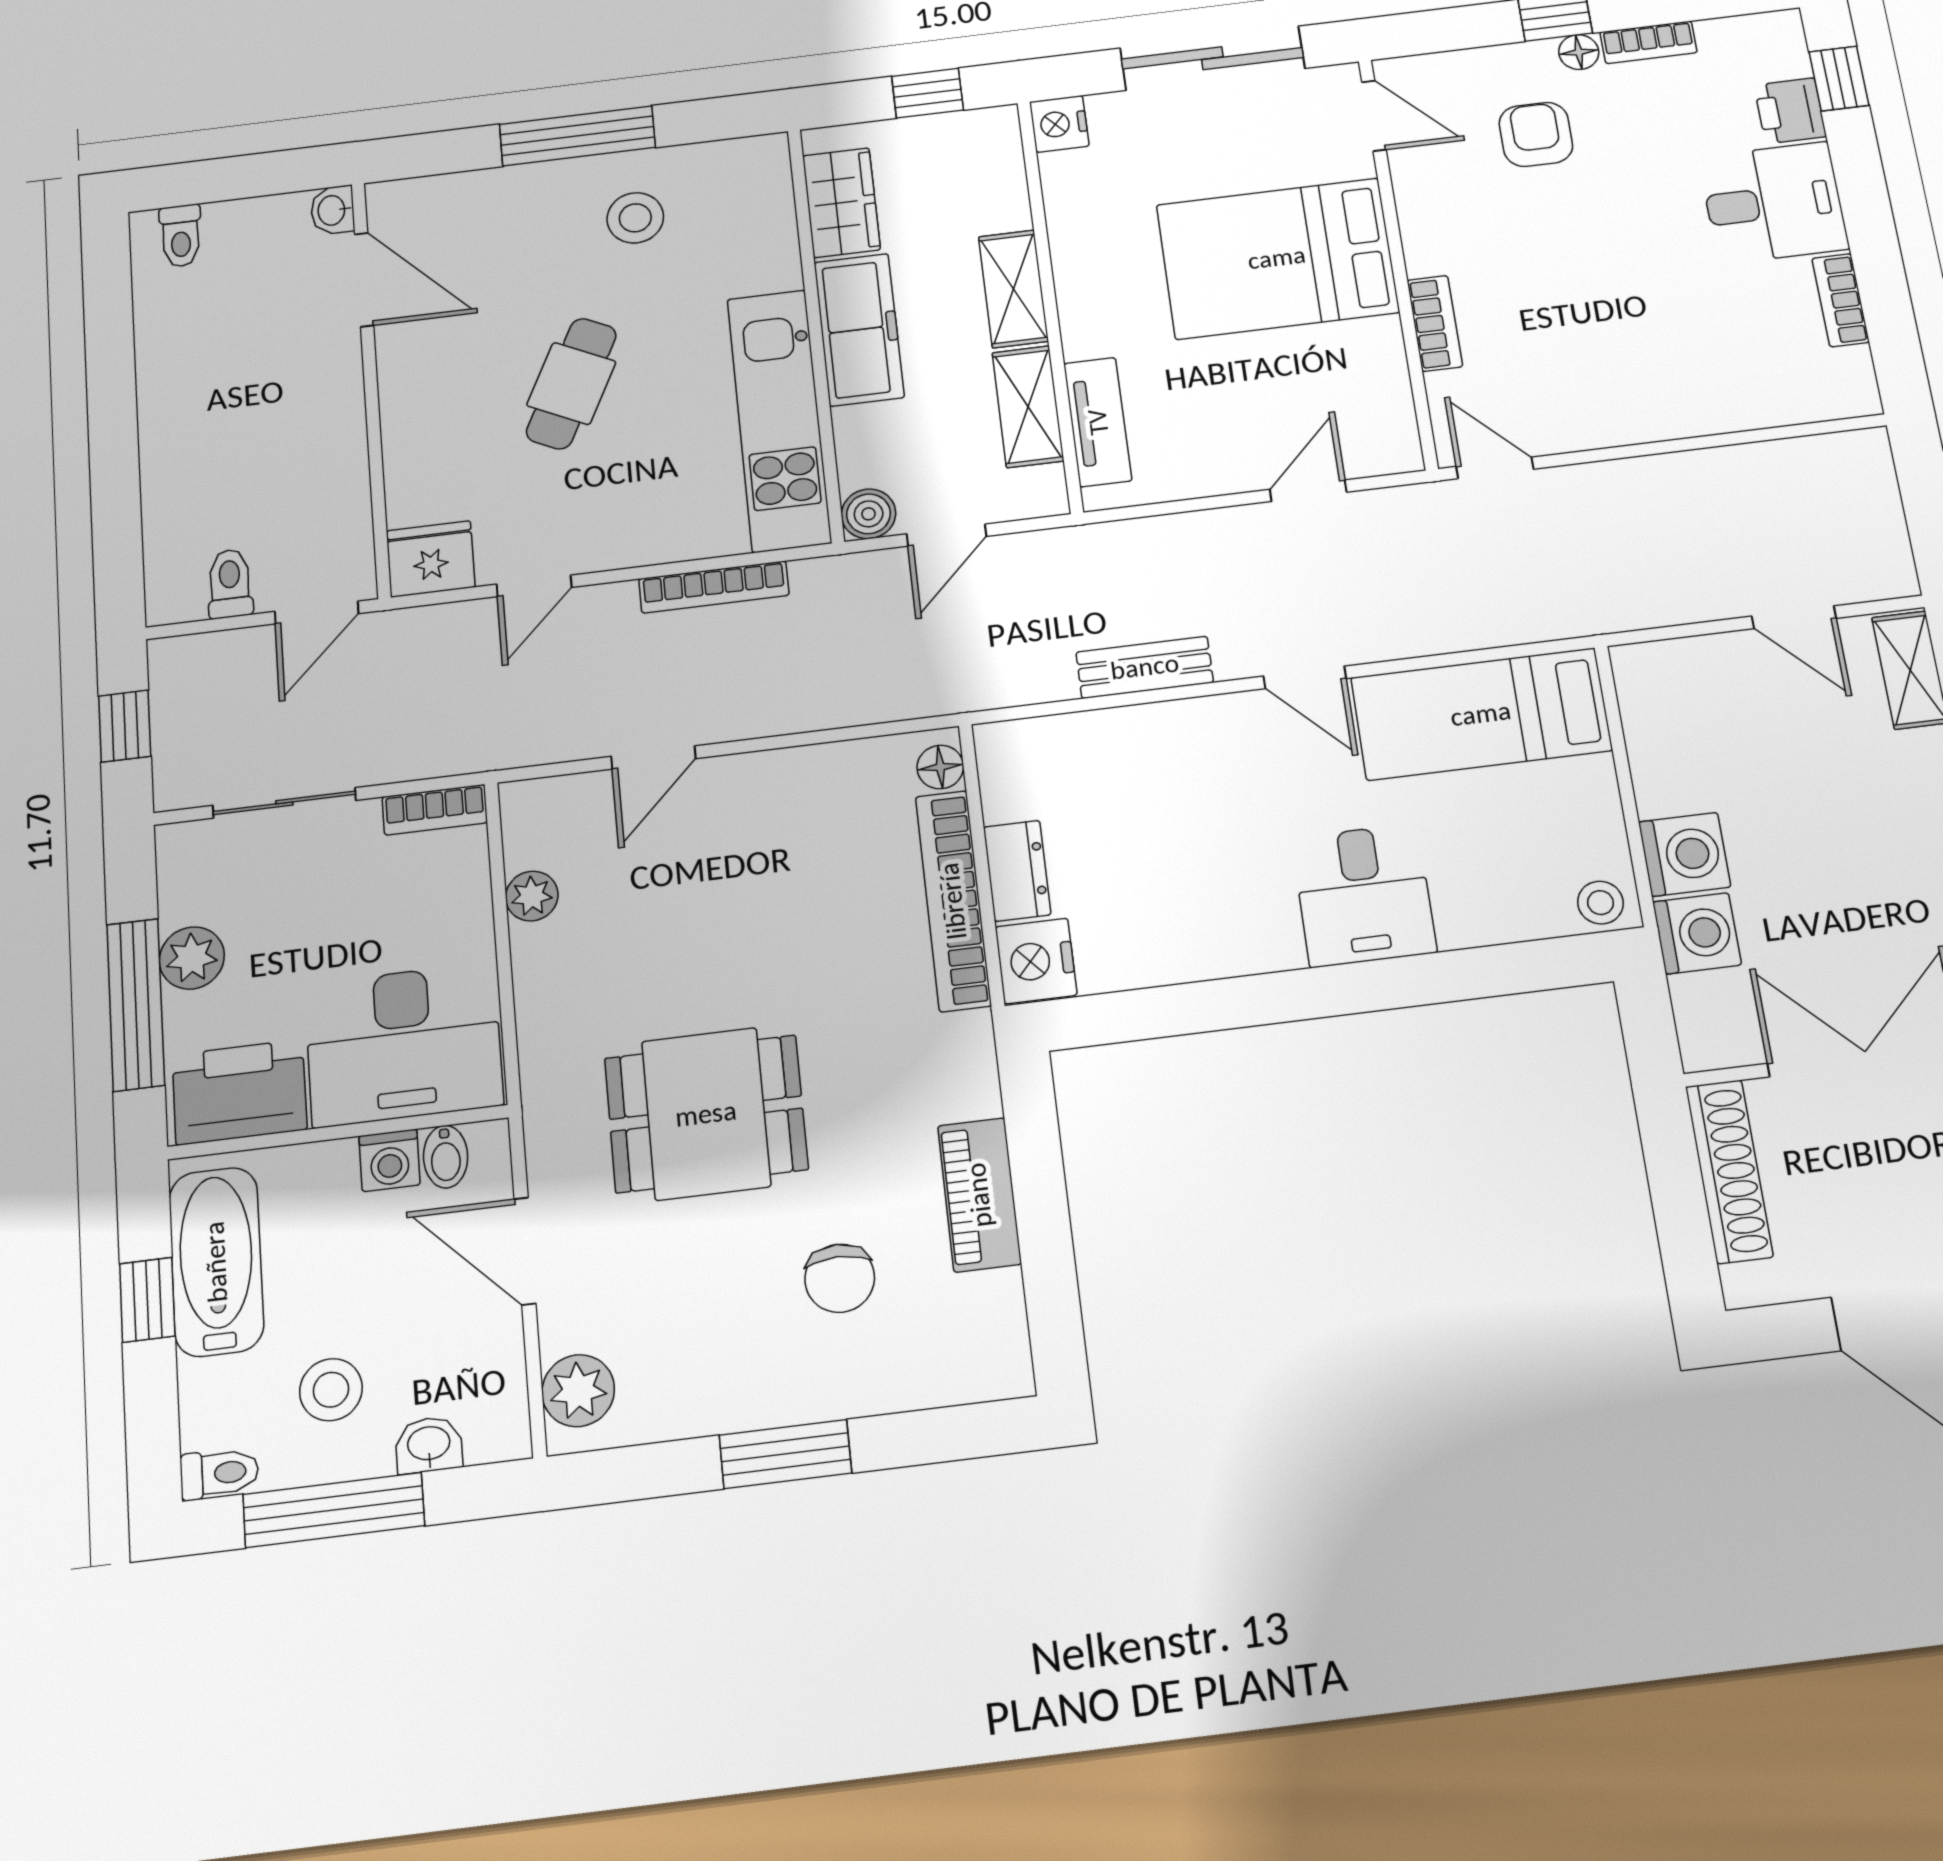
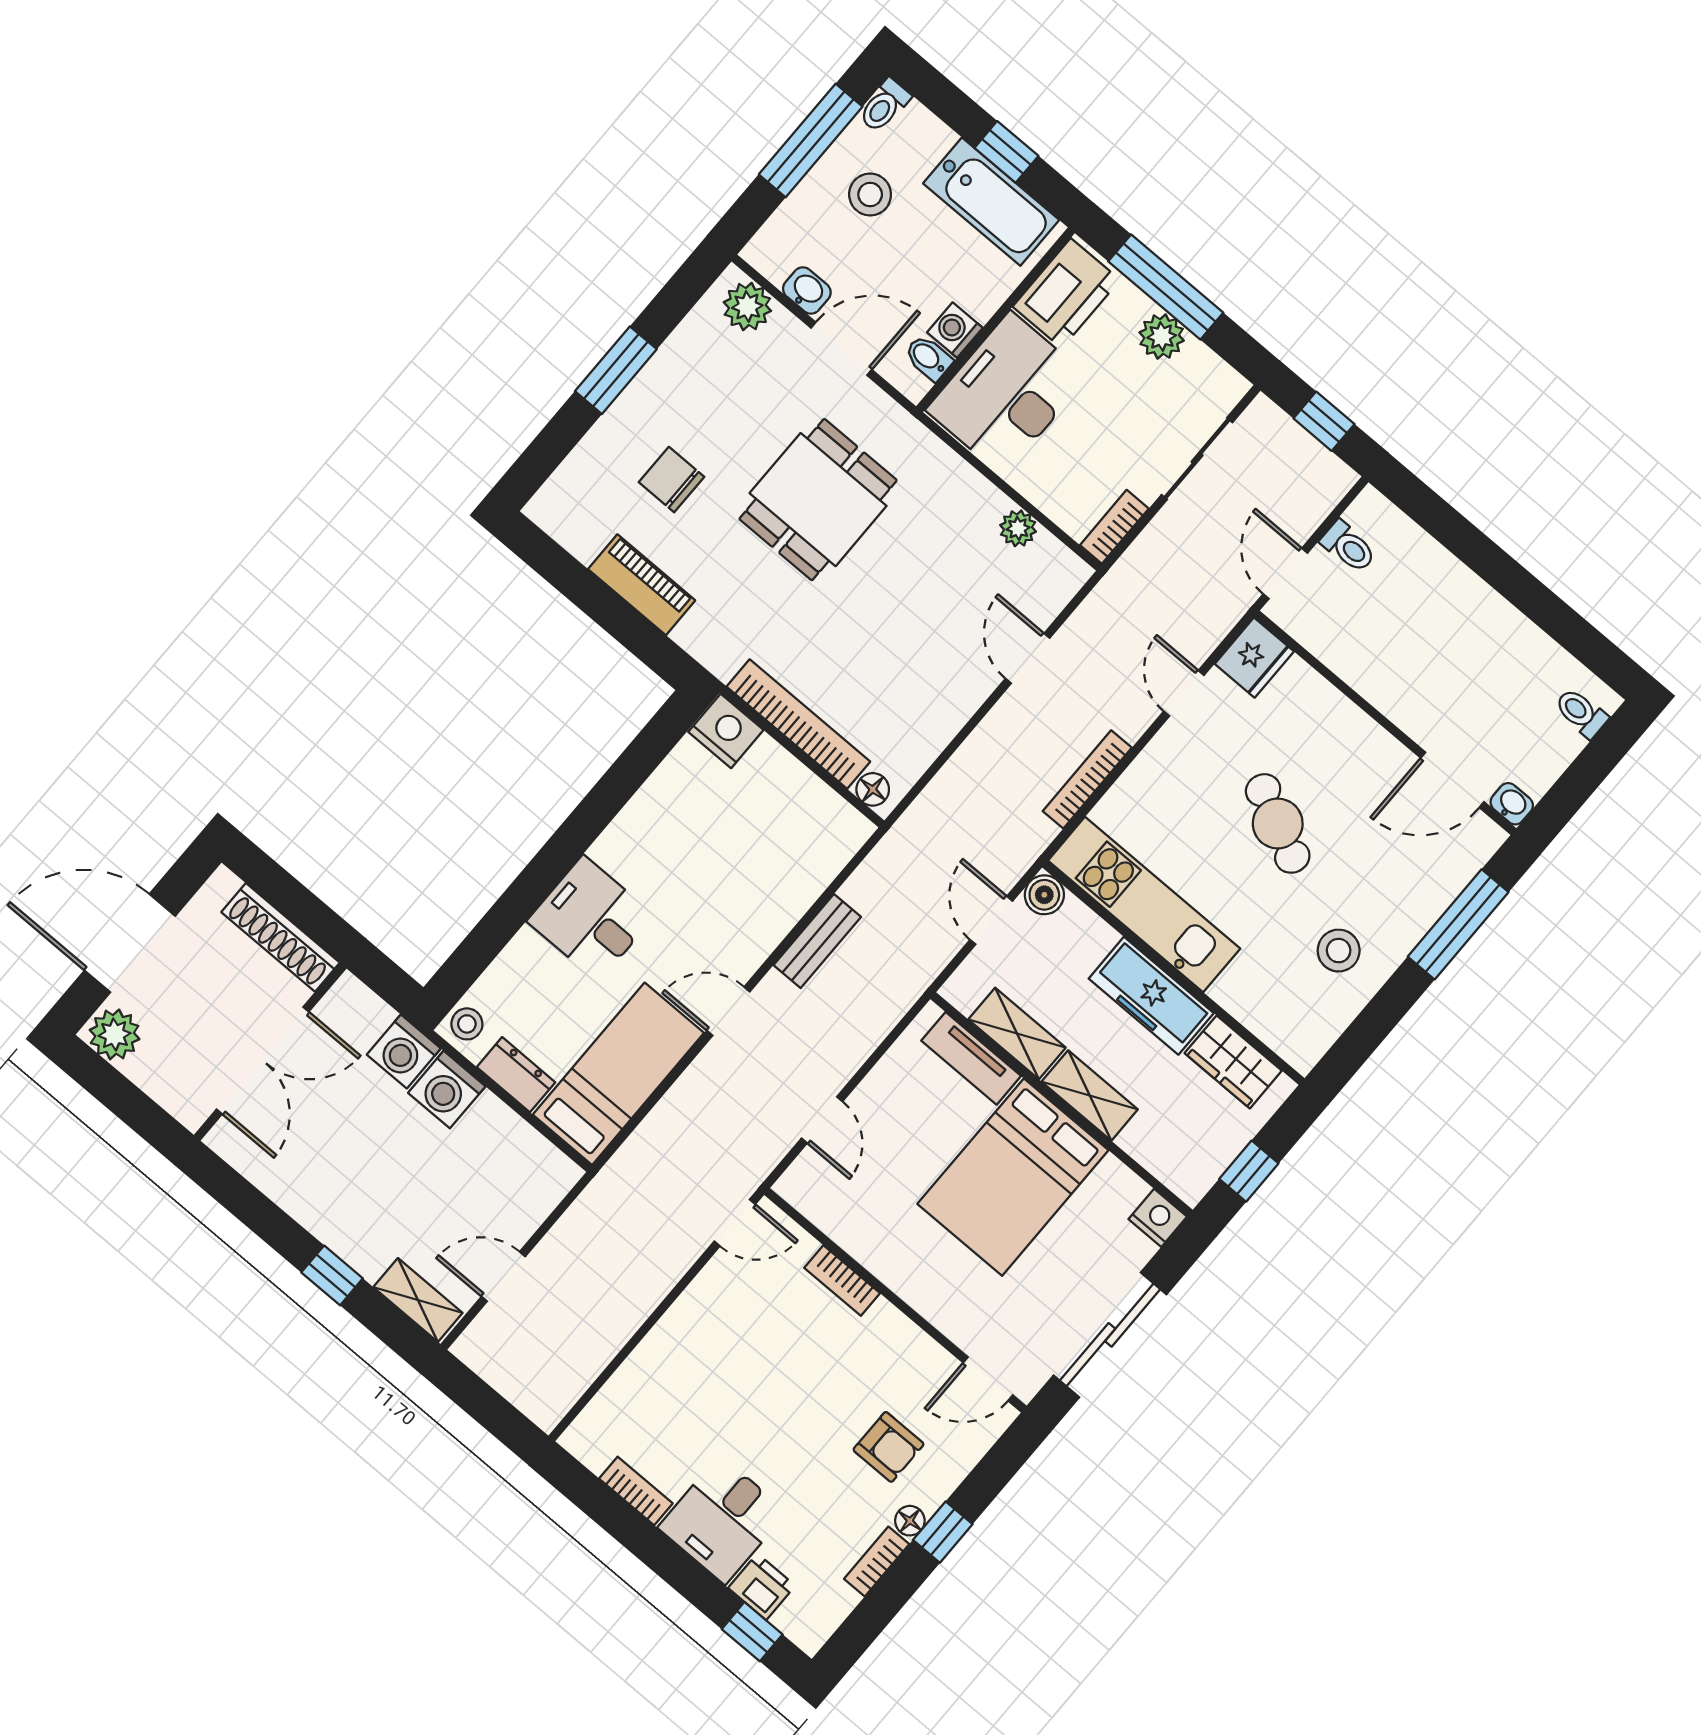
window: (577, 136) -> (1458, 924), moved
bed: (1277, 258) -> (1013, 1177), moved, turned 180
dresser: (1017, 871) -> (516, 1075), moved, turned 180
washbasin: (429, 1445) -> (807, 291), moved, turned -90

